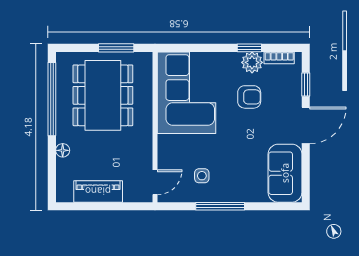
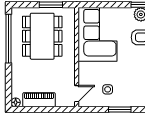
floor lamp: (63, 150) -> (16, 102), moved
window: (220, 206) -> (120, 110), width x0.69

